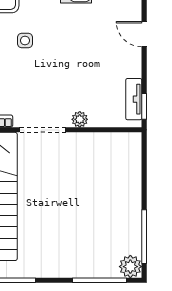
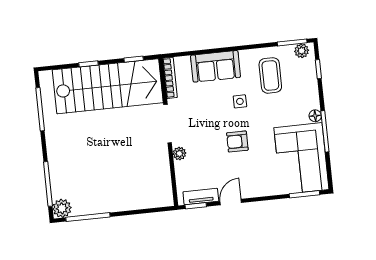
door: (144, 34) -> (231, 202), moved
armchair: (73, 49) -> (237, 142), added

